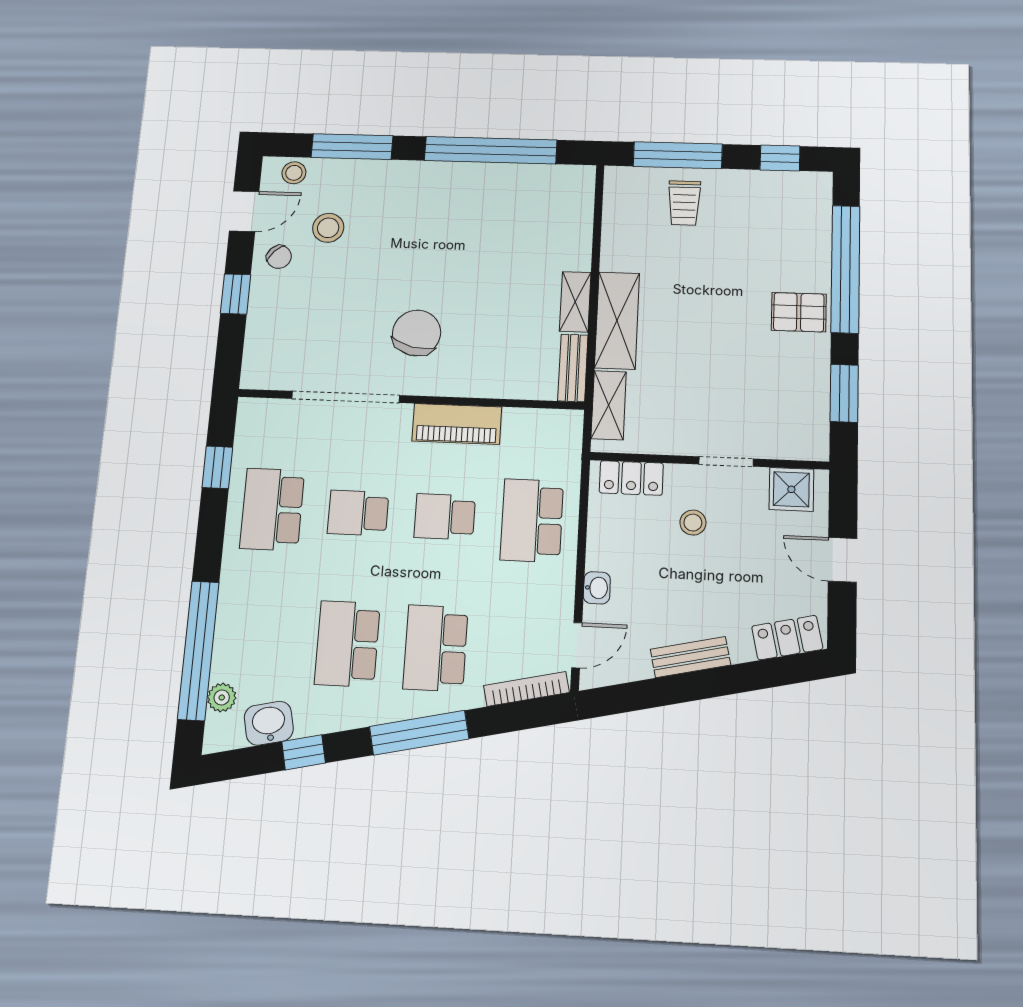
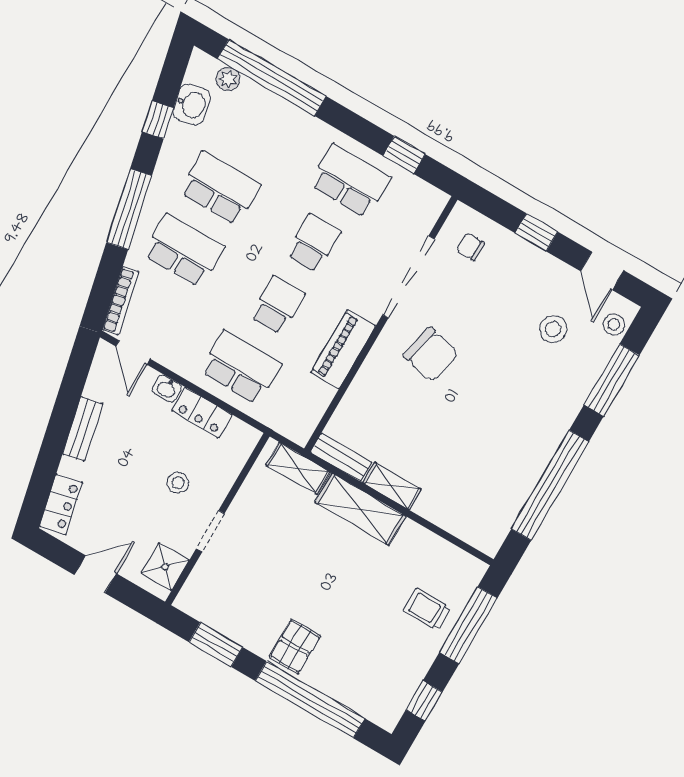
chair: (279, 257) -> (471, 247), moved, turned 46
locker: (631, 478) -> (202, 413), moved, turned -90

